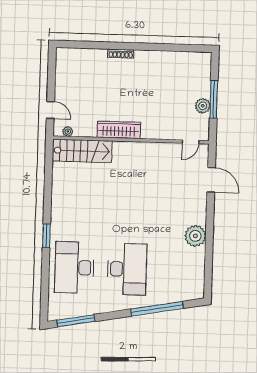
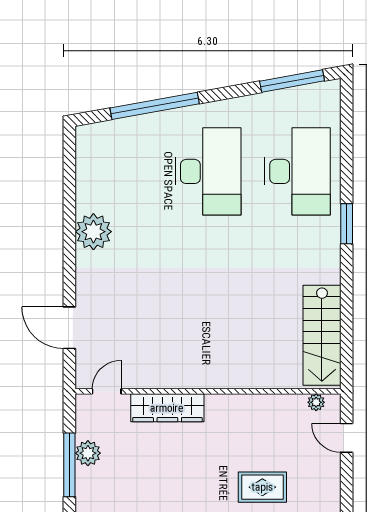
rug: (101, 83) -> (262, 487), added
wardrobe: (119, 130) -> (167, 408), moved
stairs: (82, 151) -> (322, 335), moved, turned -90
desk: (127, 269) -> (208, 171), turned 180

